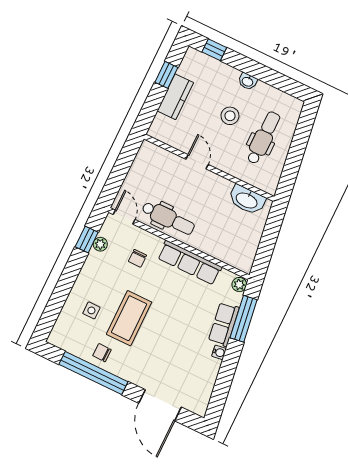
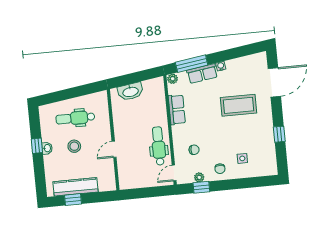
window: (214, 50) -> (37, 146), moved
kitchen counter: (175, 97) -> (76, 187), width x1.50
washbasin: (247, 200) -> (130, 92), moved, turned 82
row of seats: (190, 263) -> (177, 110), width x0.68
coffee table: (129, 318) -> (239, 105), moved
chair: (102, 353) -> (220, 169), moved
window: (93, 373) -> (279, 134), width x0.32

